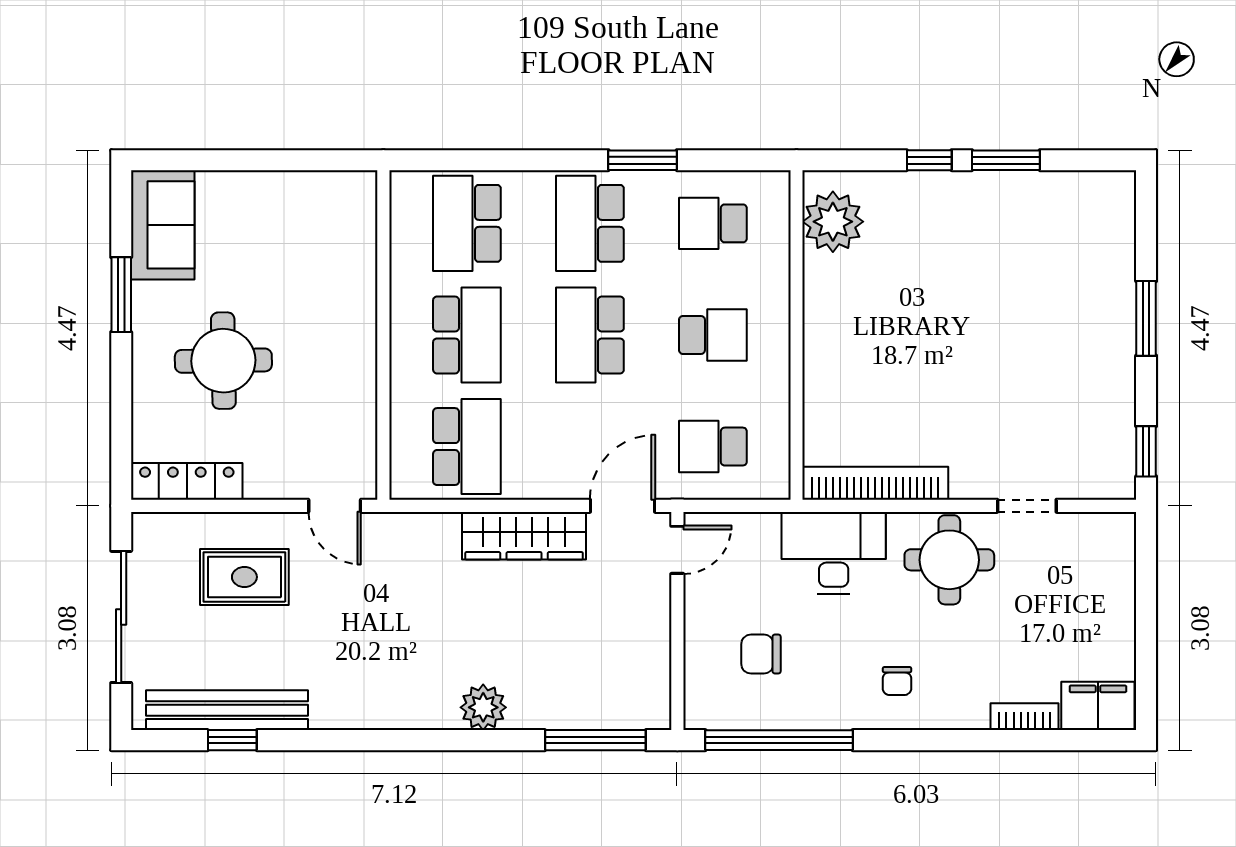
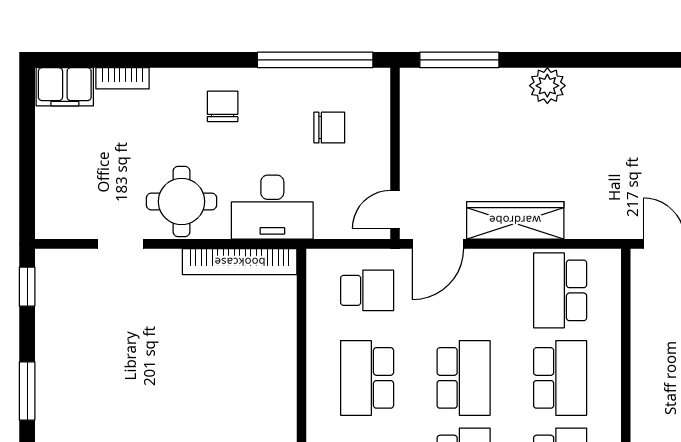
school desk: (467, 335) -> (560, 378), turned 180
school desk: (713, 335) -> (367, 378), width x1.85
chair: (897, 681) -> (223, 106), width x1.37, depth x1.37

